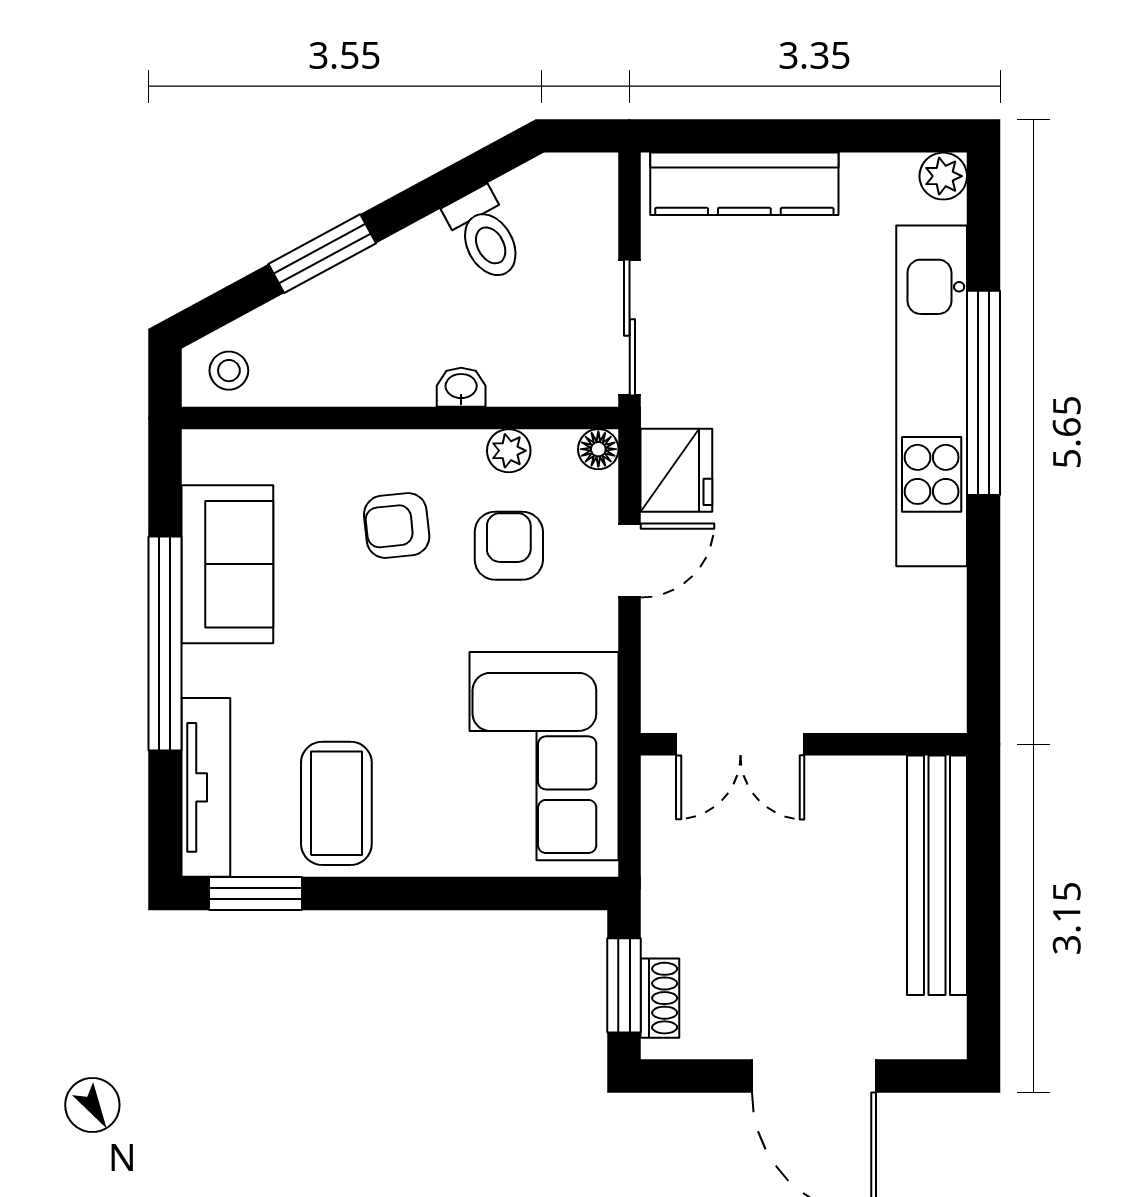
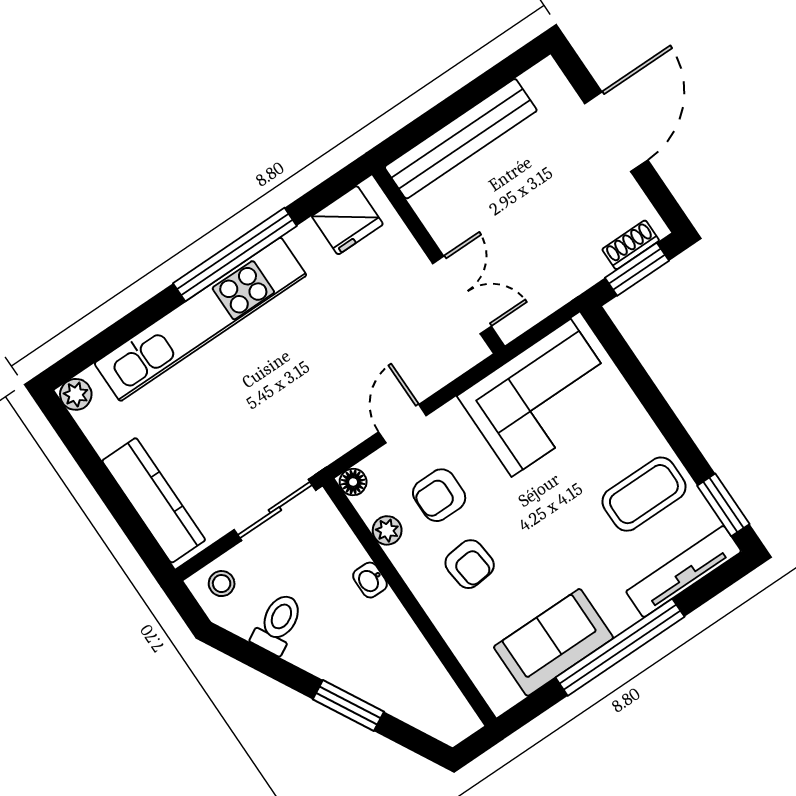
stool: (229, 371) -> (222, 584), moved
window: (983, 393) -> (235, 255), moved
fridge: (676, 470) -> (347, 220), moved, turned 180
door: (630, 561) -> (402, 424), hinge flipped

